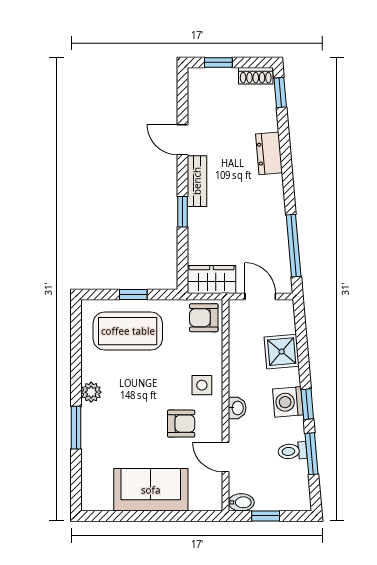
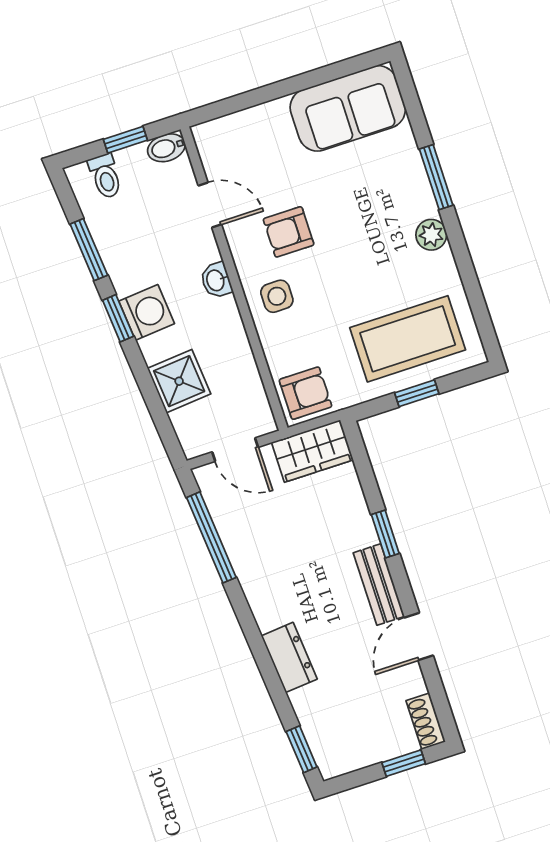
shoe rack: (256, 76) -> (426, 721), moved, turned -90
door: (182, 140) -> (419, 637), swing flipped
toilet: (292, 451) -> (105, 176), moved, turned 95
sofa: (151, 490) -> (348, 108), moved

